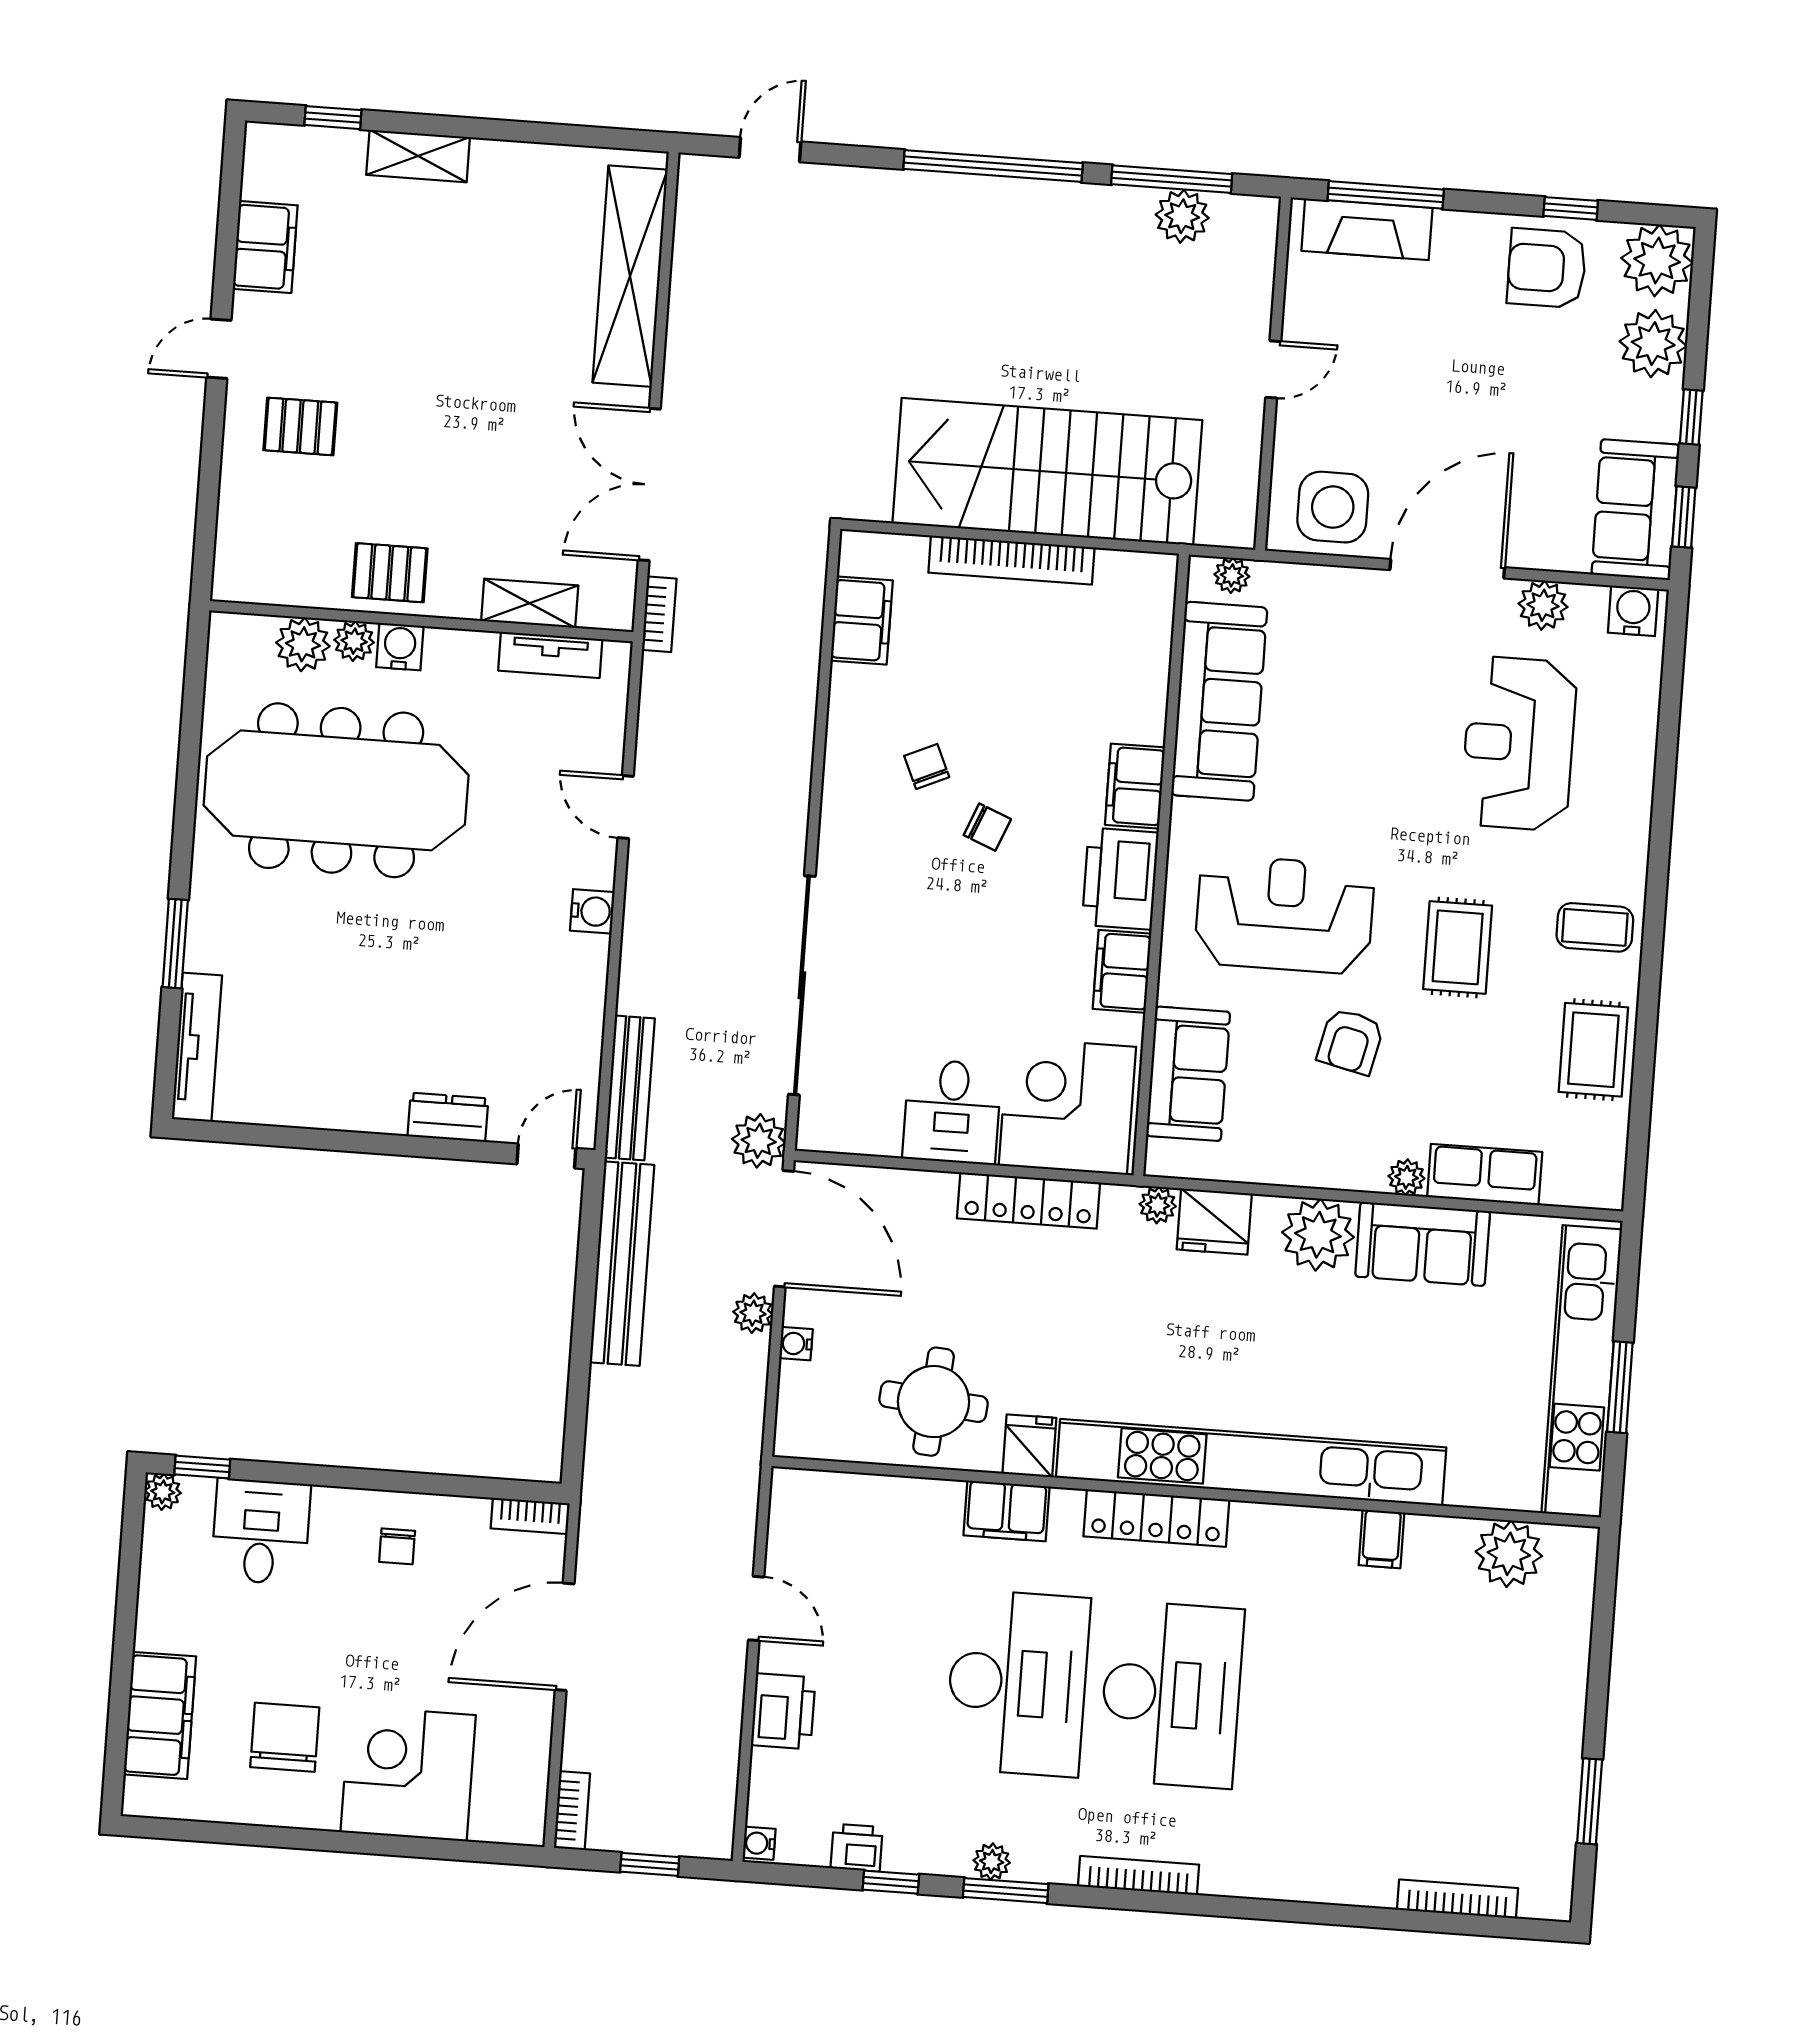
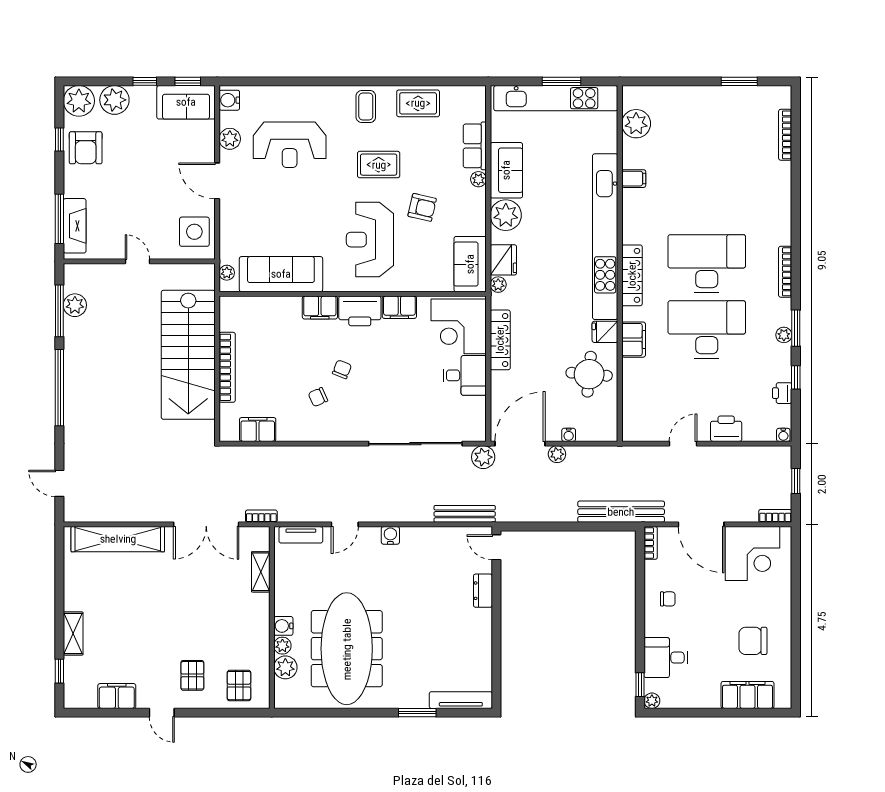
door: (1447, 569) -> (217, 181), width x0.73
pallet: (390, 573) -> (239, 686), moved
tv unit: (550, 655) -> (301, 535), moved, turned 90
sofa: (1188, 1074) -> (470, 264), moved, turned -90
bench: (622, 1264) -> (621, 512), moved
corner desk: (408, 1774) -> (753, 554), moved, turned -90

